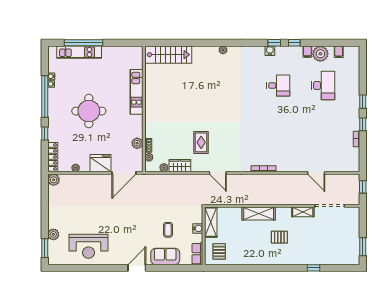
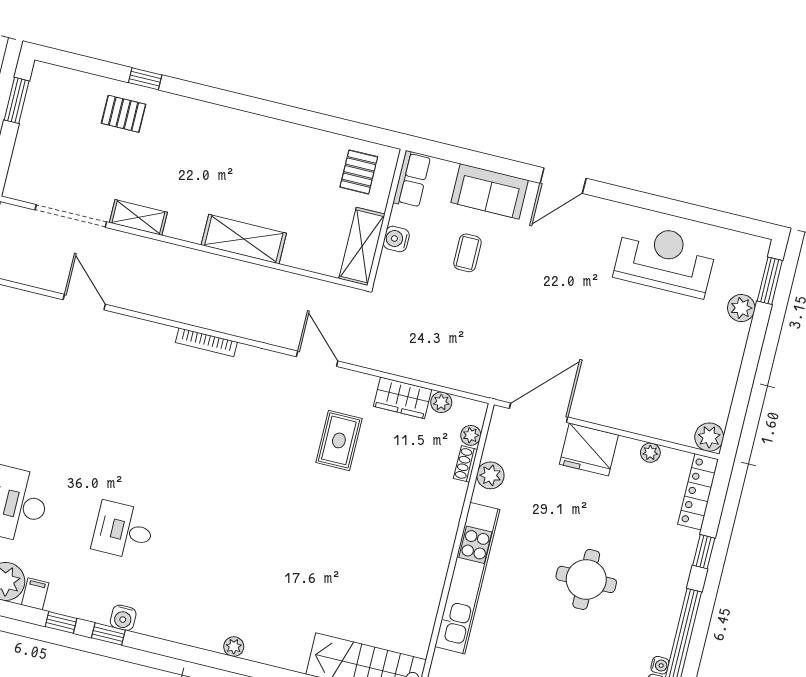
kitchen unit: (136, 92) -> (467, 578), width x1.36
round table: (89, 111) -> (586, 579), width x0.73, depth x0.73
pallet: (279, 237) -> (124, 114), moved

